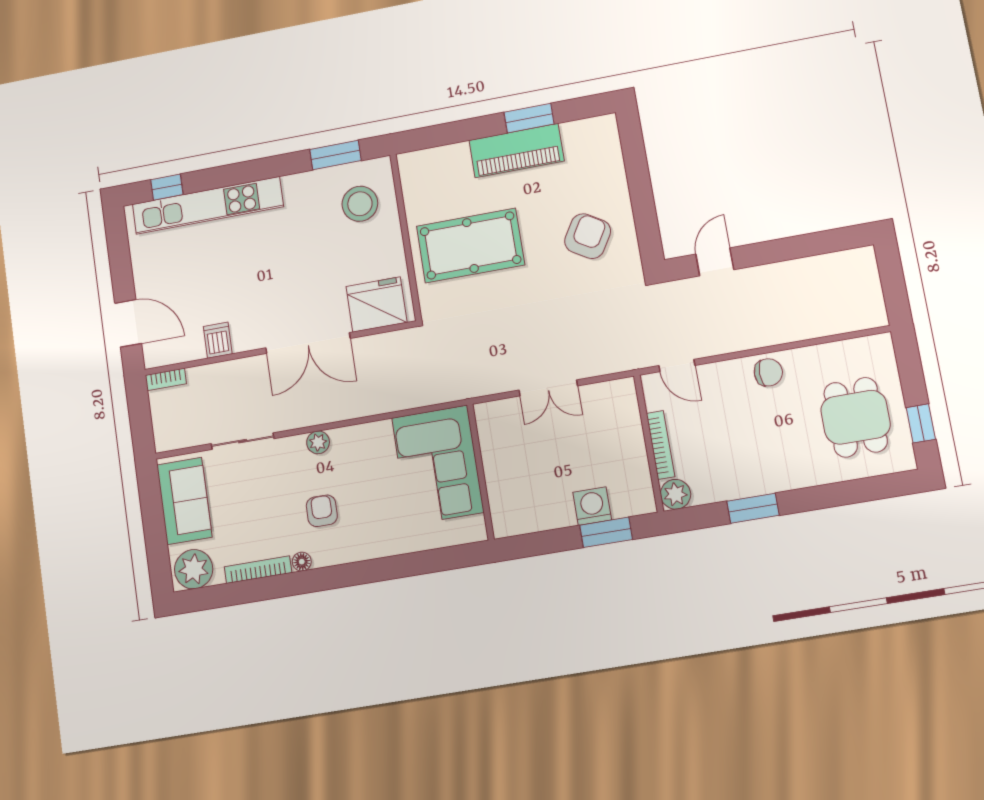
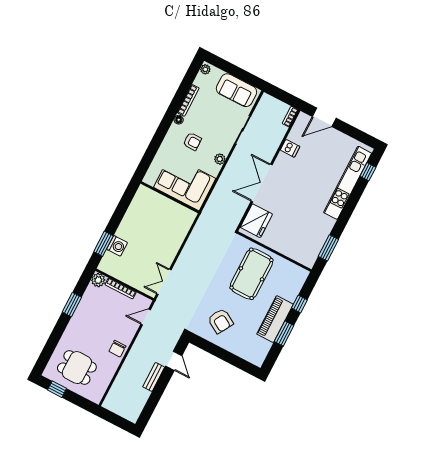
window: (462, 131) -> (299, 304), added
stool: (360, 204) -> (301, 243), removed
bench: (769, 275) -> (154, 377), added
double door: (548, 388) -> (164, 282), moved
corner sofa: (438, 465) -> (185, 183), moved
wall: (480, 472) -> (170, 197), moved
plant: (194, 569) -> (205, 69), width x0.53, depth x0.53

